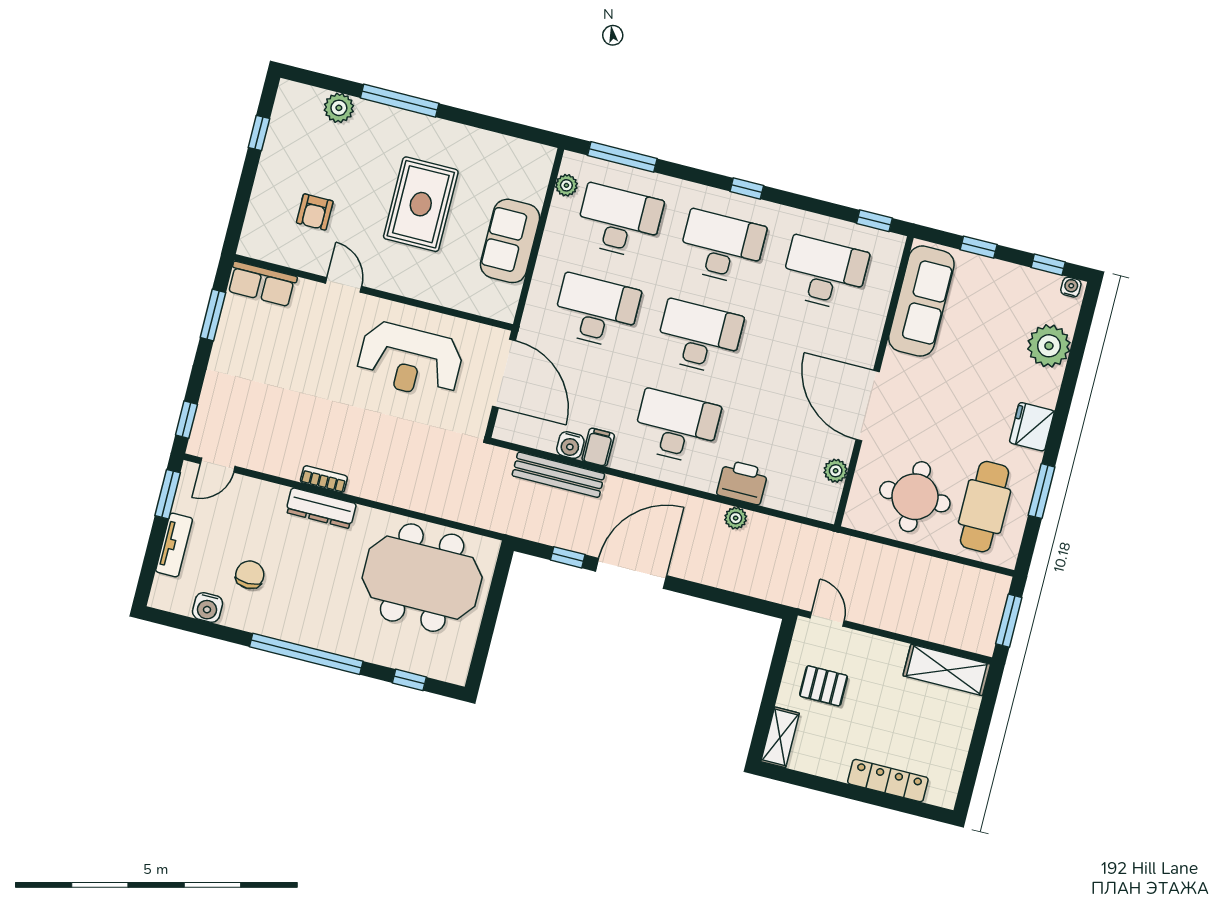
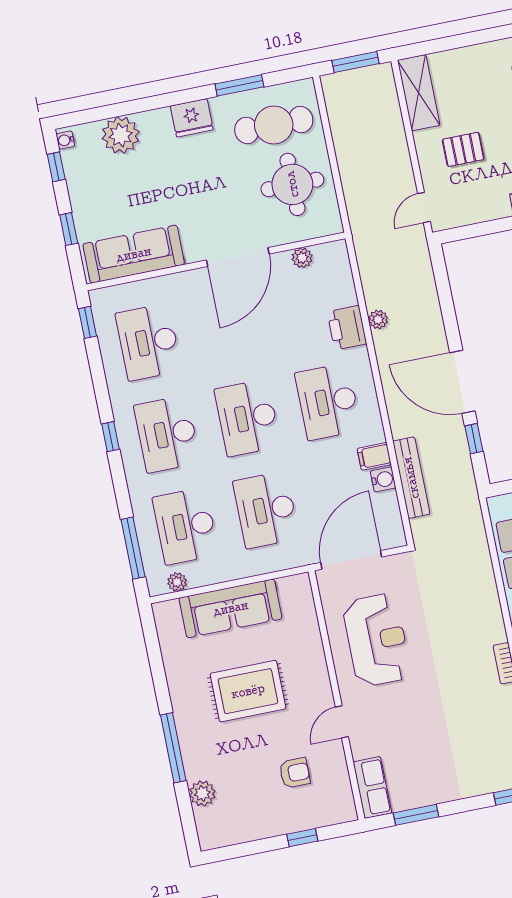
window: (259, 133) -> (302, 838), moved
sofa: (510, 241) -> (231, 608), width x1.36
pallet: (824, 686) -> (463, 149), moved, turned 90

